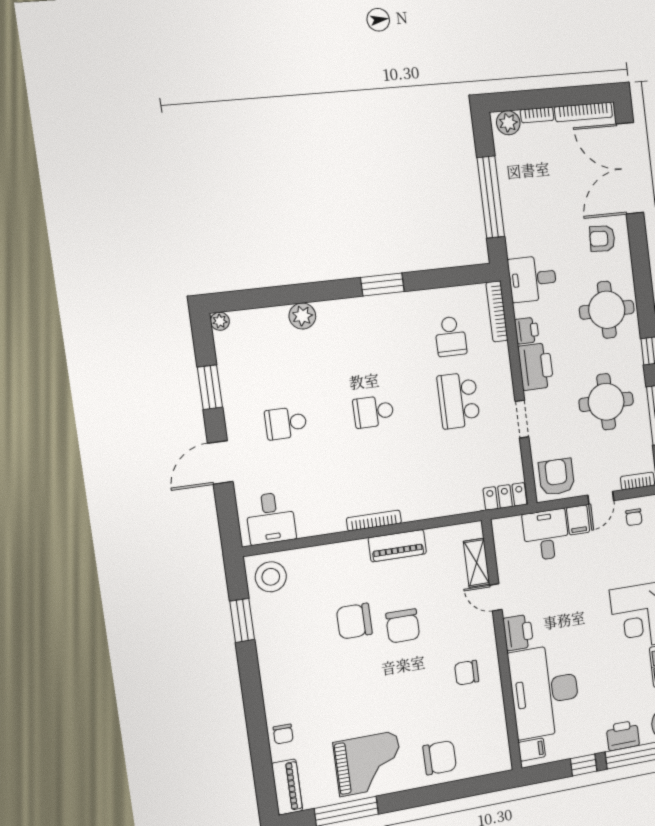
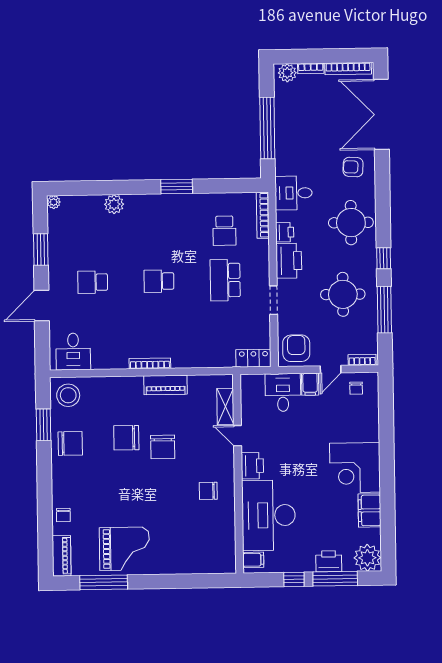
chair: (440, 758) -> (70, 443), moved

